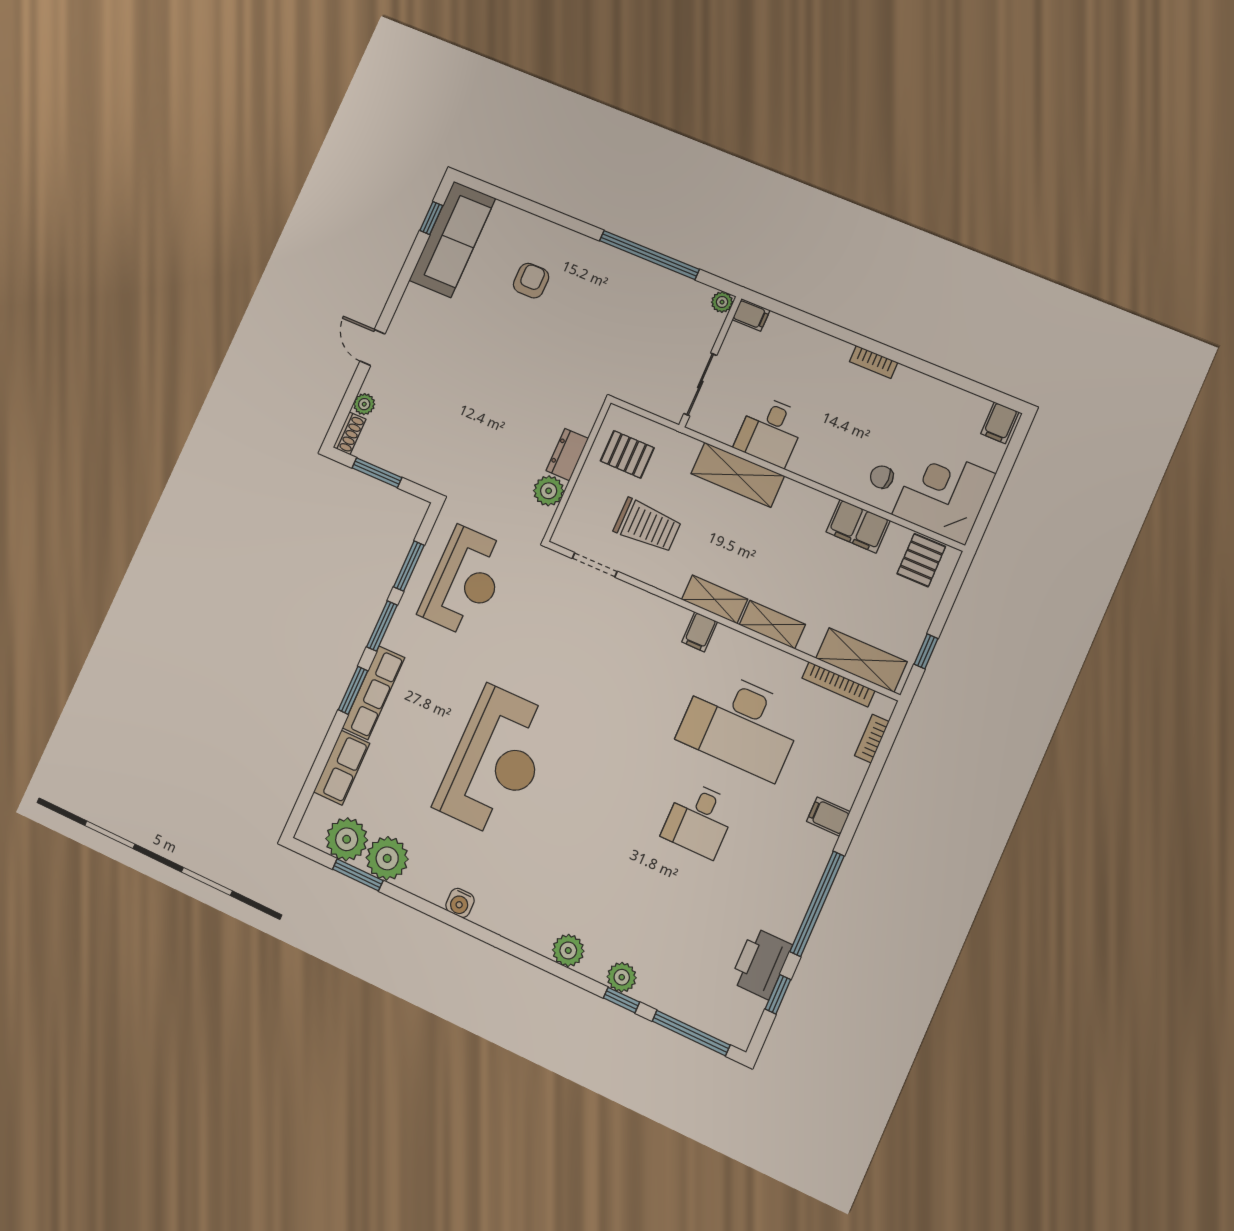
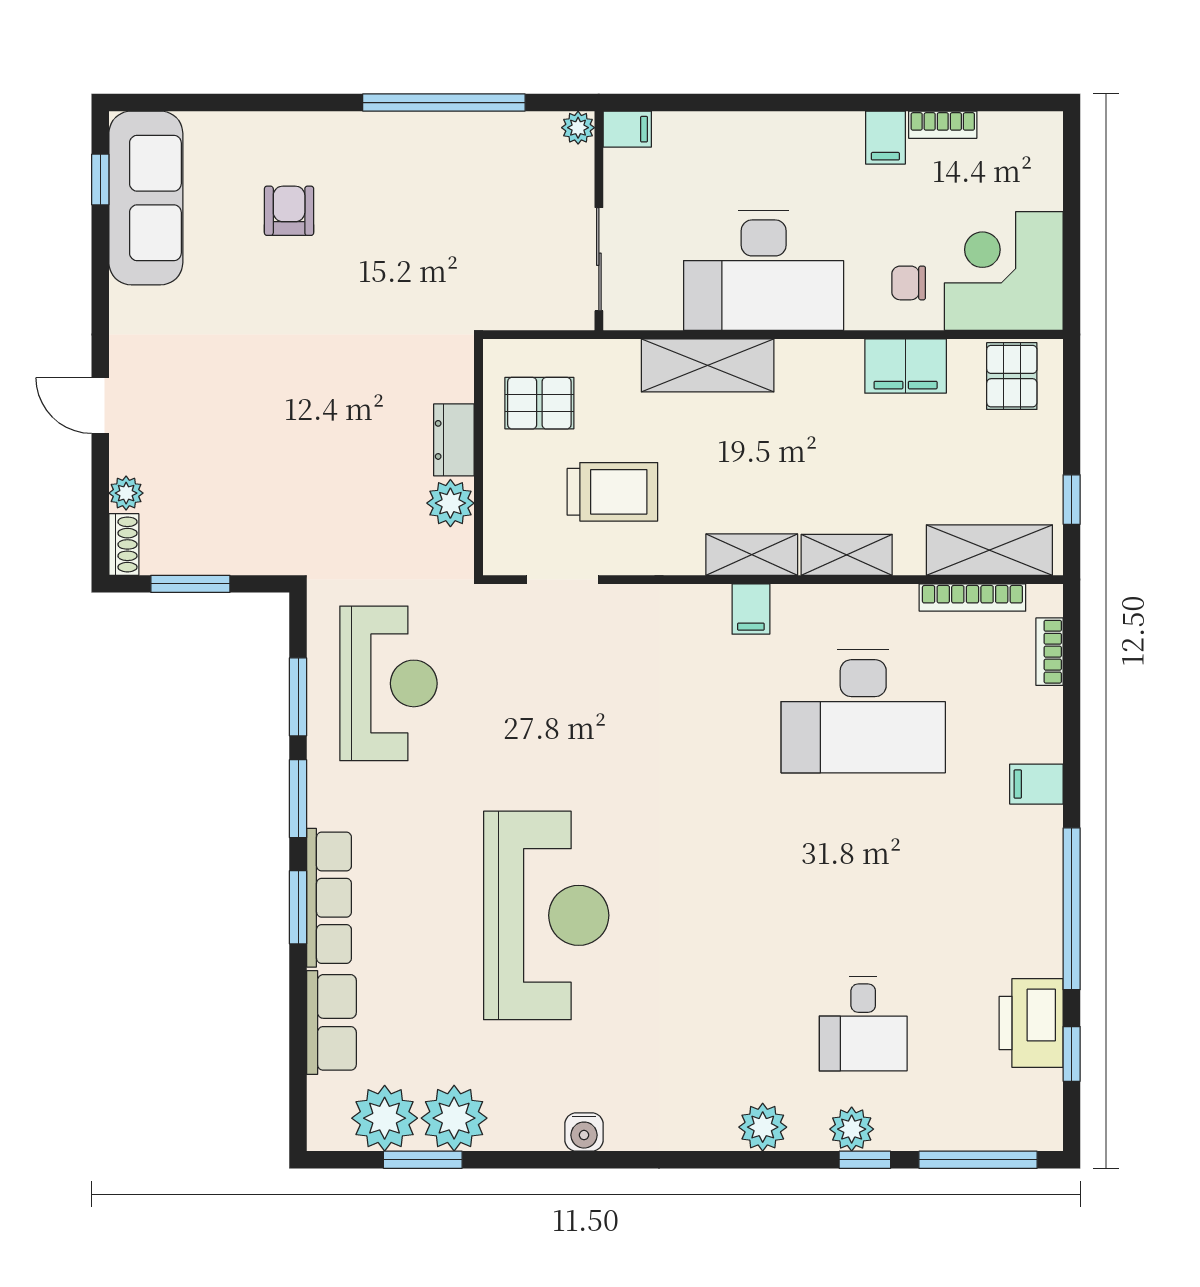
bookcase: (874, 362) -> (943, 125), moved
filing cabinet: (1000, 423) -> (885, 138), moved
desk: (770, 431) -> (764, 270), width x1.87, depth x1.30
desk: (699, 819) -> (863, 1024), moved

